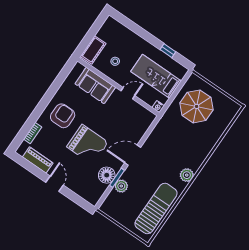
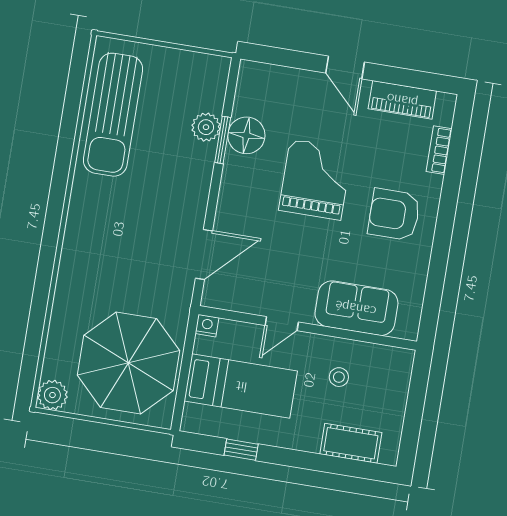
cot: (93, 50) -> (351, 443), moved, turned 90
parasol: (197, 106) -> (128, 363), width x1.36, depth x1.36
armchair: (63, 116) -> (394, 214), turned 90
grand piano: (87, 145) -> (315, 180), turned 90
door: (133, 155) -> (204, 254), moved
plant: (187, 175) -> (52, 395), moved

